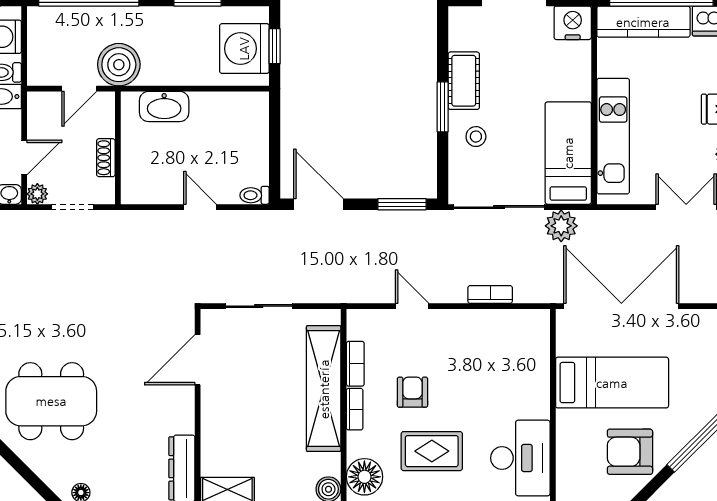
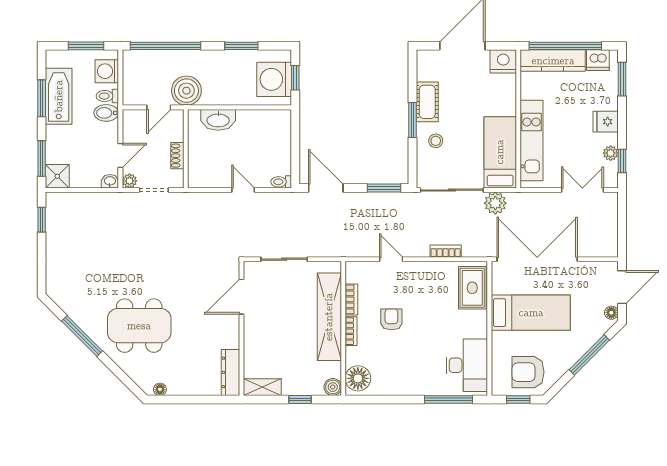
rug: (432, 451) -> (472, 288), moved, turned 90
armchair: (630, 452) -> (528, 372), moved

